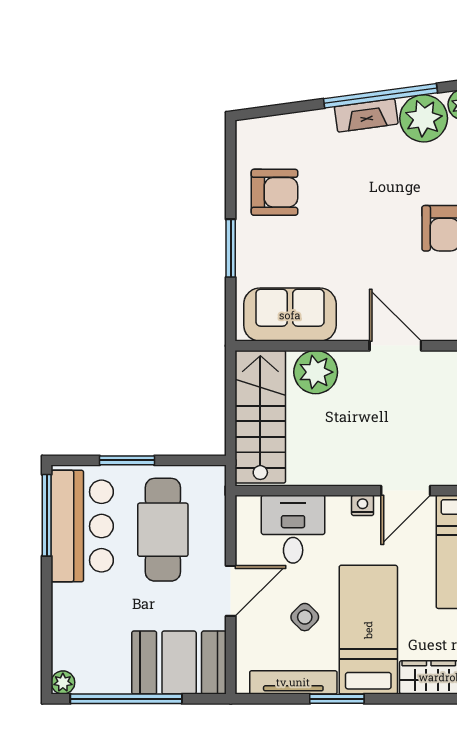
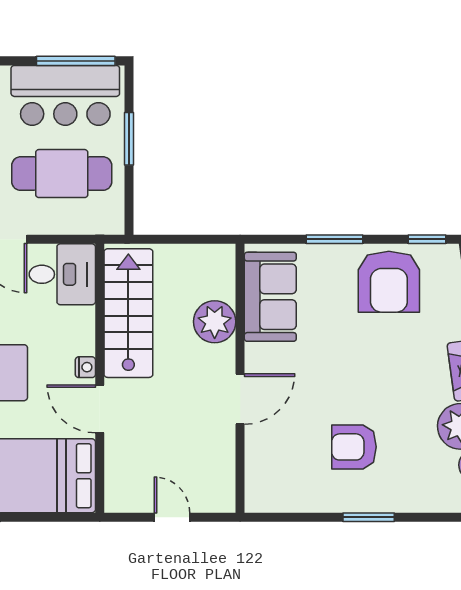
window: (231, 153) -> (427, 239), added
armchair: (274, 192) -> (389, 282), width x1.36, depth x1.36
stairs: (260, 417) -> (128, 313), moved, turned -90
desk: (293, 529) -> (62, 274), moved

